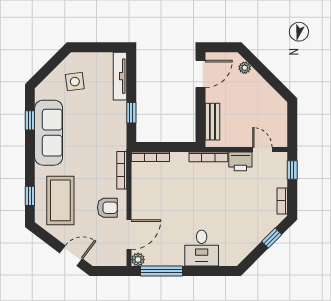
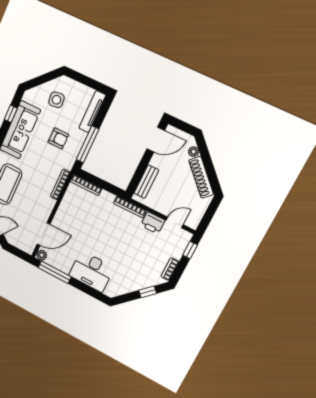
shoe rack: (265, 90) -> (201, 177), added
window: (131, 113) -> (88, 144), width x2.17
door: (262, 149) -> (175, 222), hinge flipped
armchair: (107, 208) -> (58, 138), moved
desk: (202, 248) -> (91, 271), width x1.37

